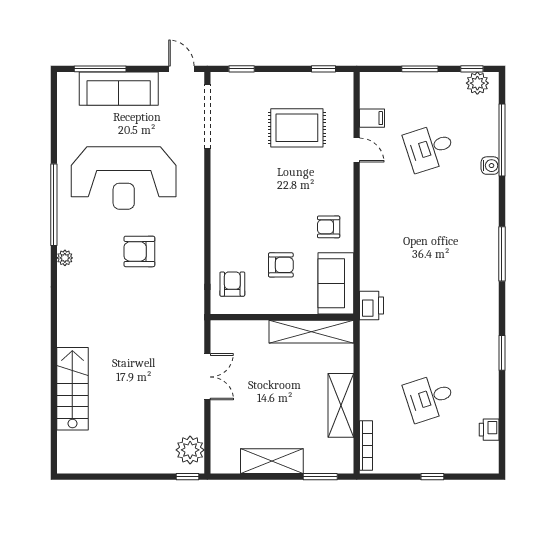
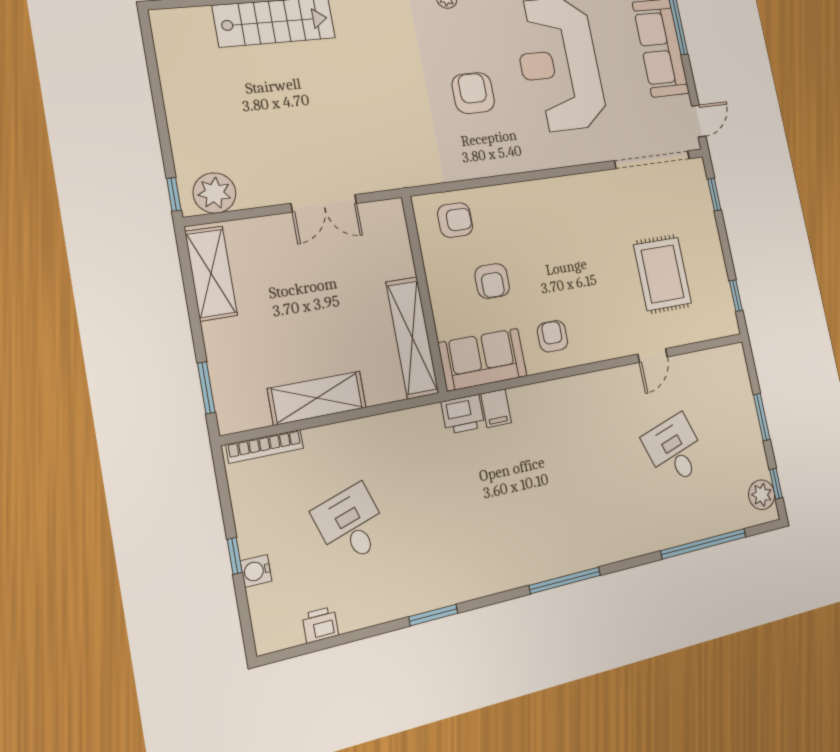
filing cabinet: (372, 118) -> (496, 408), moved
water cooler: (490, 166) -> (256, 571), moved, turned 90
shelving: (272, 461) -> (211, 273), moved

